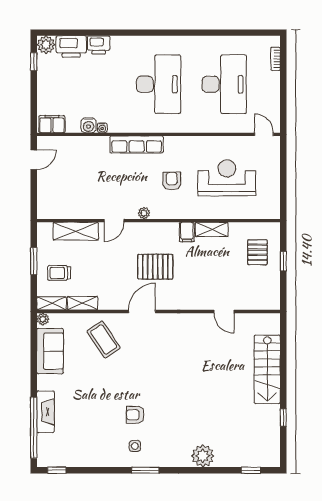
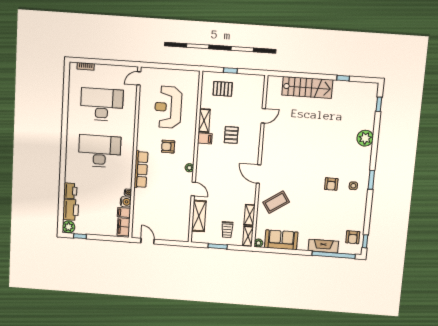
filing cabinet: (73, 124) -> (124, 212), added
pallet: (155, 267) -> (231, 135), moved, width x0.67, depth x0.71
armchair: (61, 452) -> (353, 237), added

